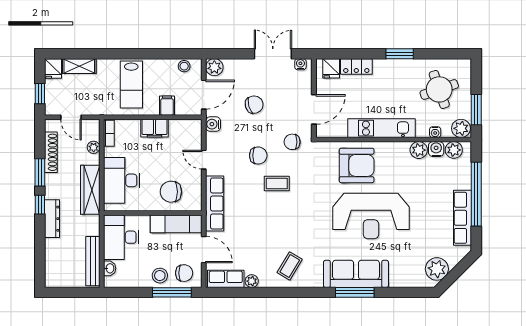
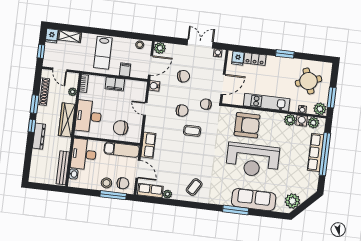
row of seats: (215, 204) -> (148, 145), width x0.68
row of seats: (463, 218) -> (316, 152), moved
sofa: (356, 274) -> (254, 200), moved

